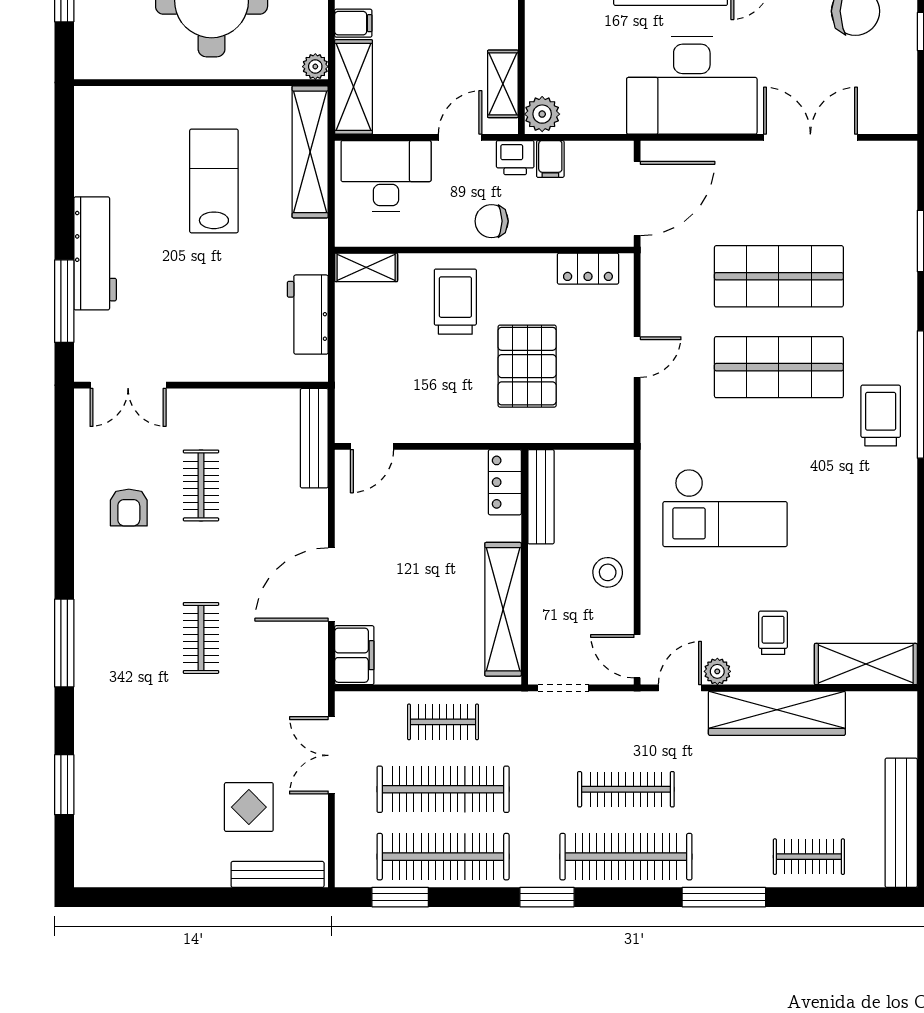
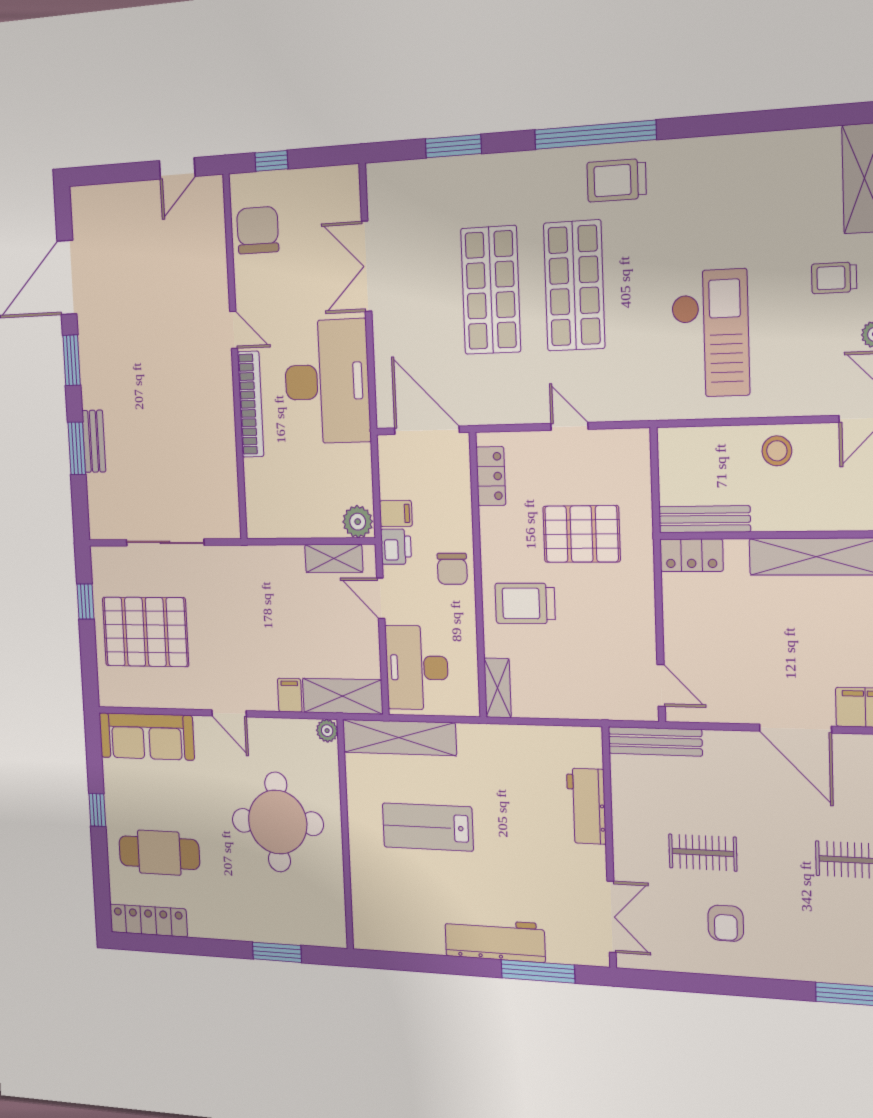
workbench: (308, 315) -> (586, 806), moved, turned 90
armchair: (129, 508) -> (726, 923), turned 90

